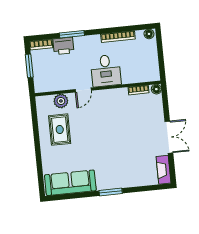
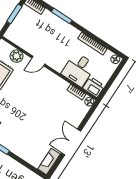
printer: (63, 46) -> (94, 87), moved, turned 180
desk: (106, 71) -> (78, 69), moved
double door: (169, 137) -> (71, 142), swing flipped

